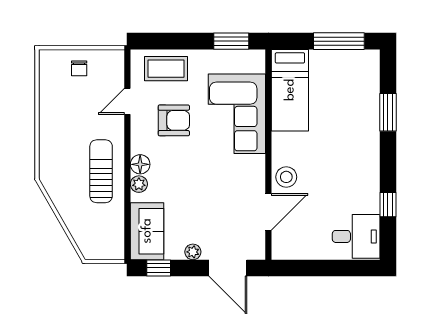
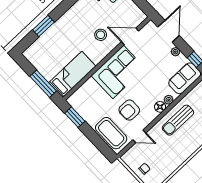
window: (339, 41) -> (43, 84), moved
coffee table: (166, 69) -> (111, 133), width x1.36, depth x1.32
corner sofa: (237, 114) -> (118, 72), moved
armchair: (174, 120) -> (129, 110), turned -90
stool: (286, 177) -> (101, 35), moved

